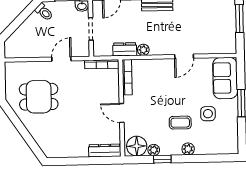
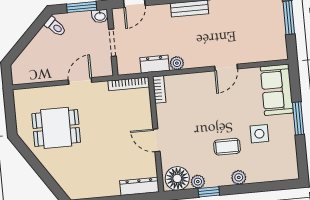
bookcase: (127, 77) -> (159, 89), width x0.64

